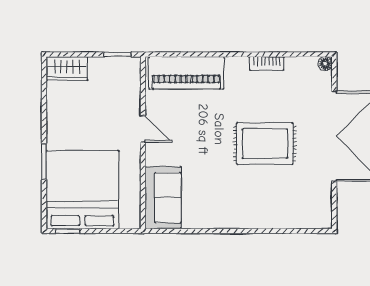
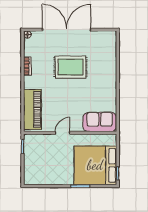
wardrobe: (67, 69) -> (30, 174), removed
rug: (265, 144) -> (71, 67), turned 90

